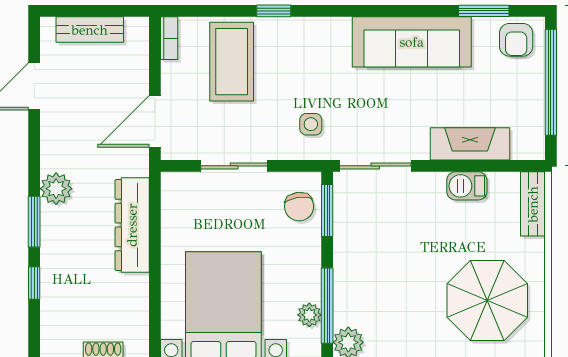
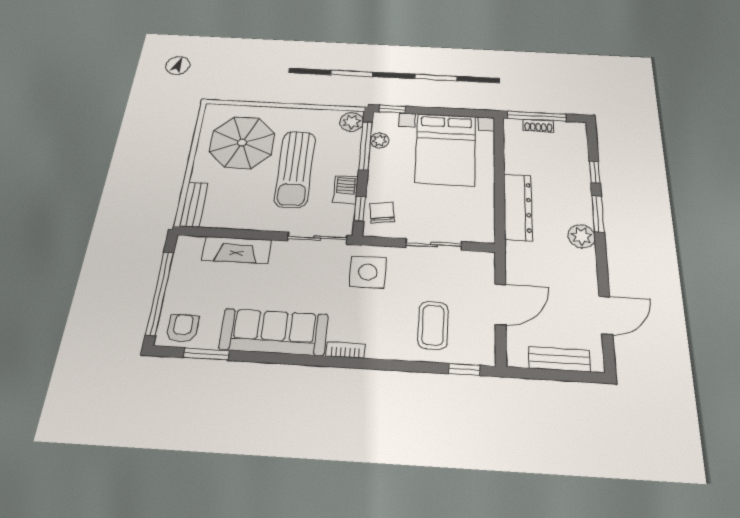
window: (274, 11) -> (464, 369), moved
bookcase: (169, 38) -> (346, 350), moved, turned 90
coffee table: (232, 62) -> (433, 325), width x0.73, depth x0.76
door: (155, 121) -> (500, 304), moved
side table: (311, 124) -> (368, 272), width x1.87, depth x1.87
barbecue: (467, 186) -> (346, 190), moved, turned -90
window: (327, 210) -> (360, 209), width x0.67
sun lounger: (414, 264) -> (295, 169), added

